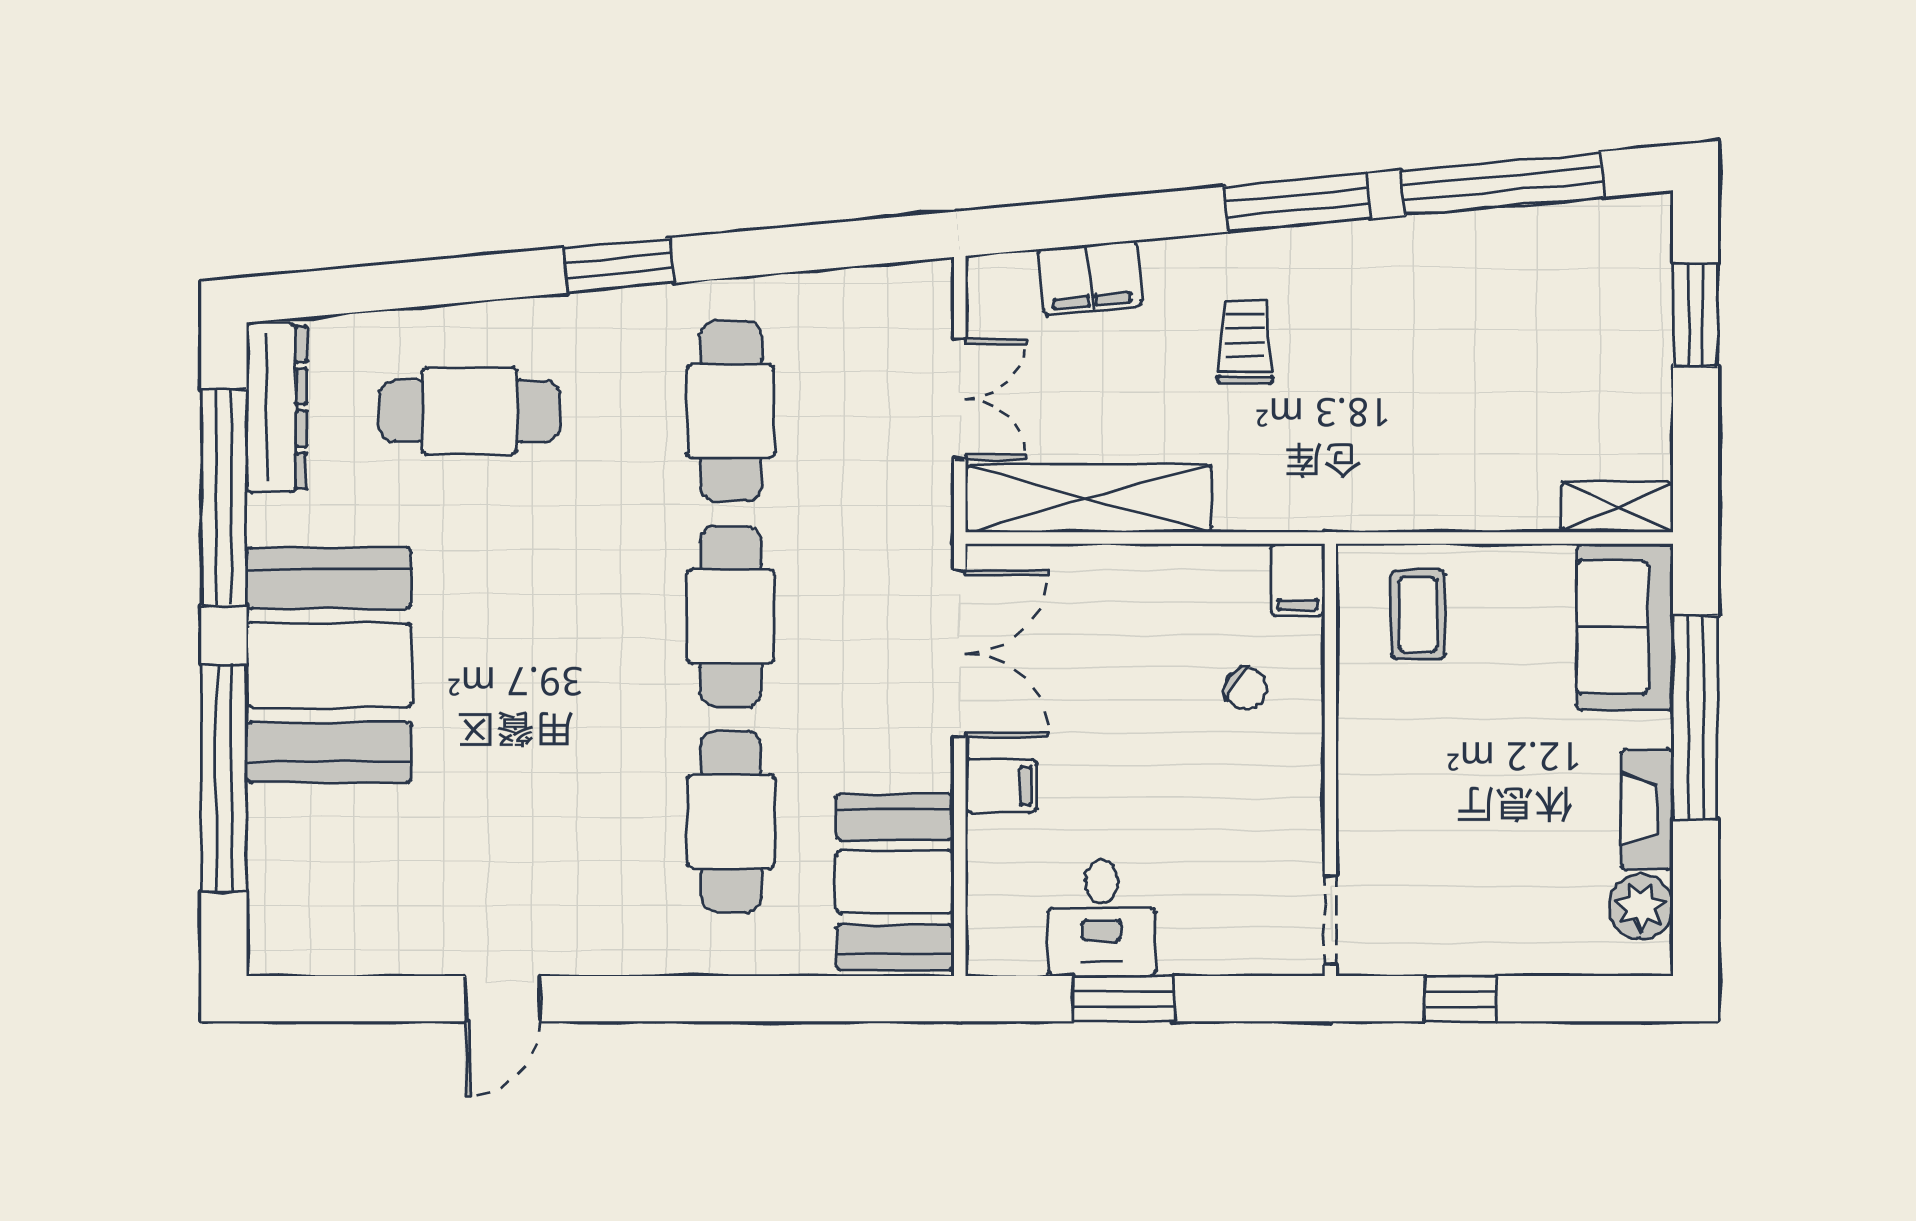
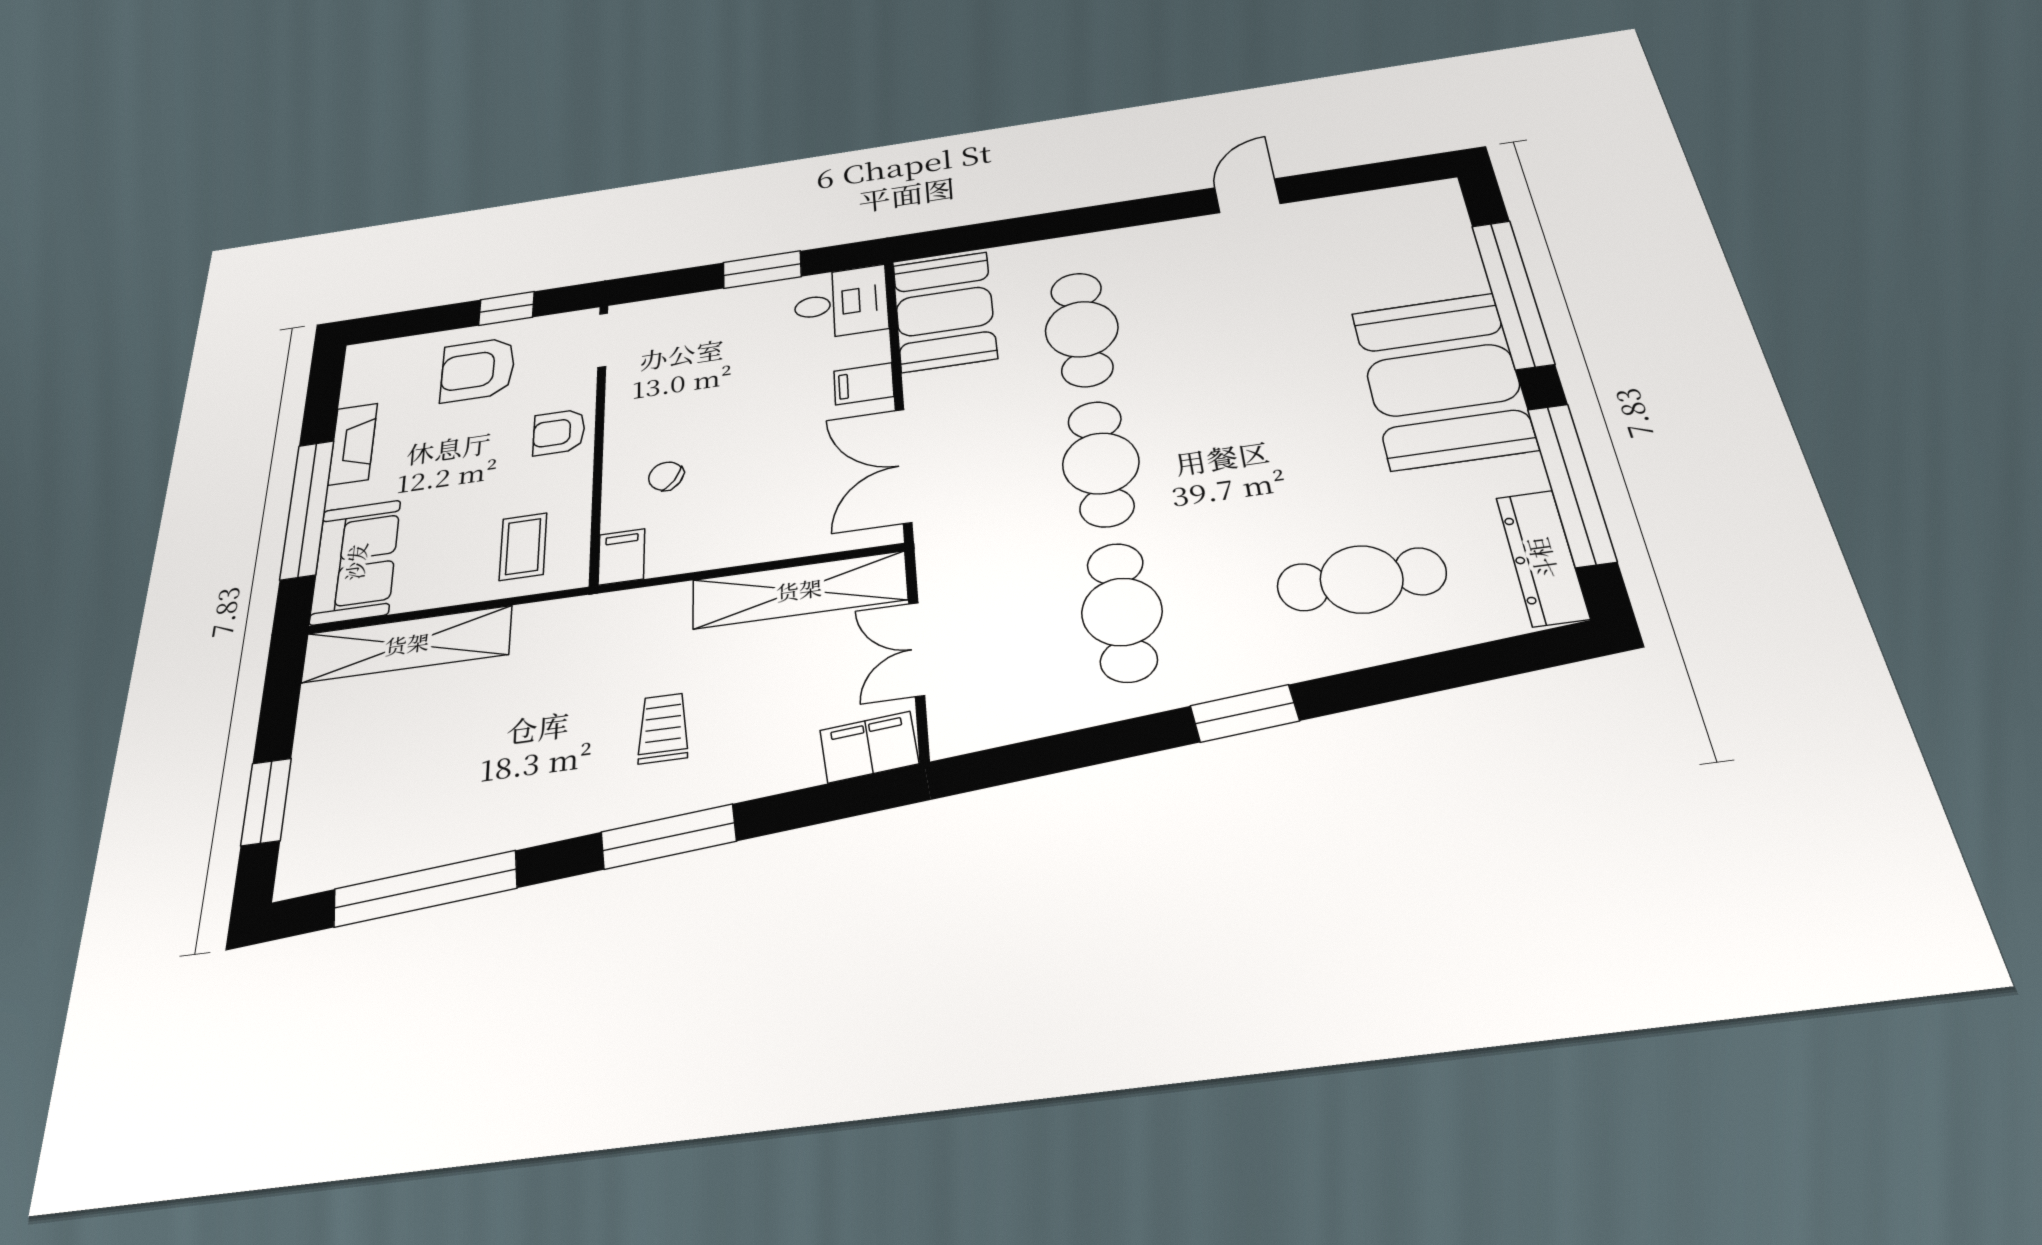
window: (1297, 203) -> (668, 837), moved
filing cabinet: (1090, 278) -> (869, 747), moved
trolley: (1245, 342) -> (663, 728), turned 180
shelving: (1617, 507) -> (407, 644), width x2.20, depth x1.33
armchair: (1381, 780) -> (559, 432), added
armchair: (1492, 901) -> (478, 370), added
plant: (1641, 907) -> (365, 383), removed
desk: (1102, 918) -> (841, 303), moved, turned 90

